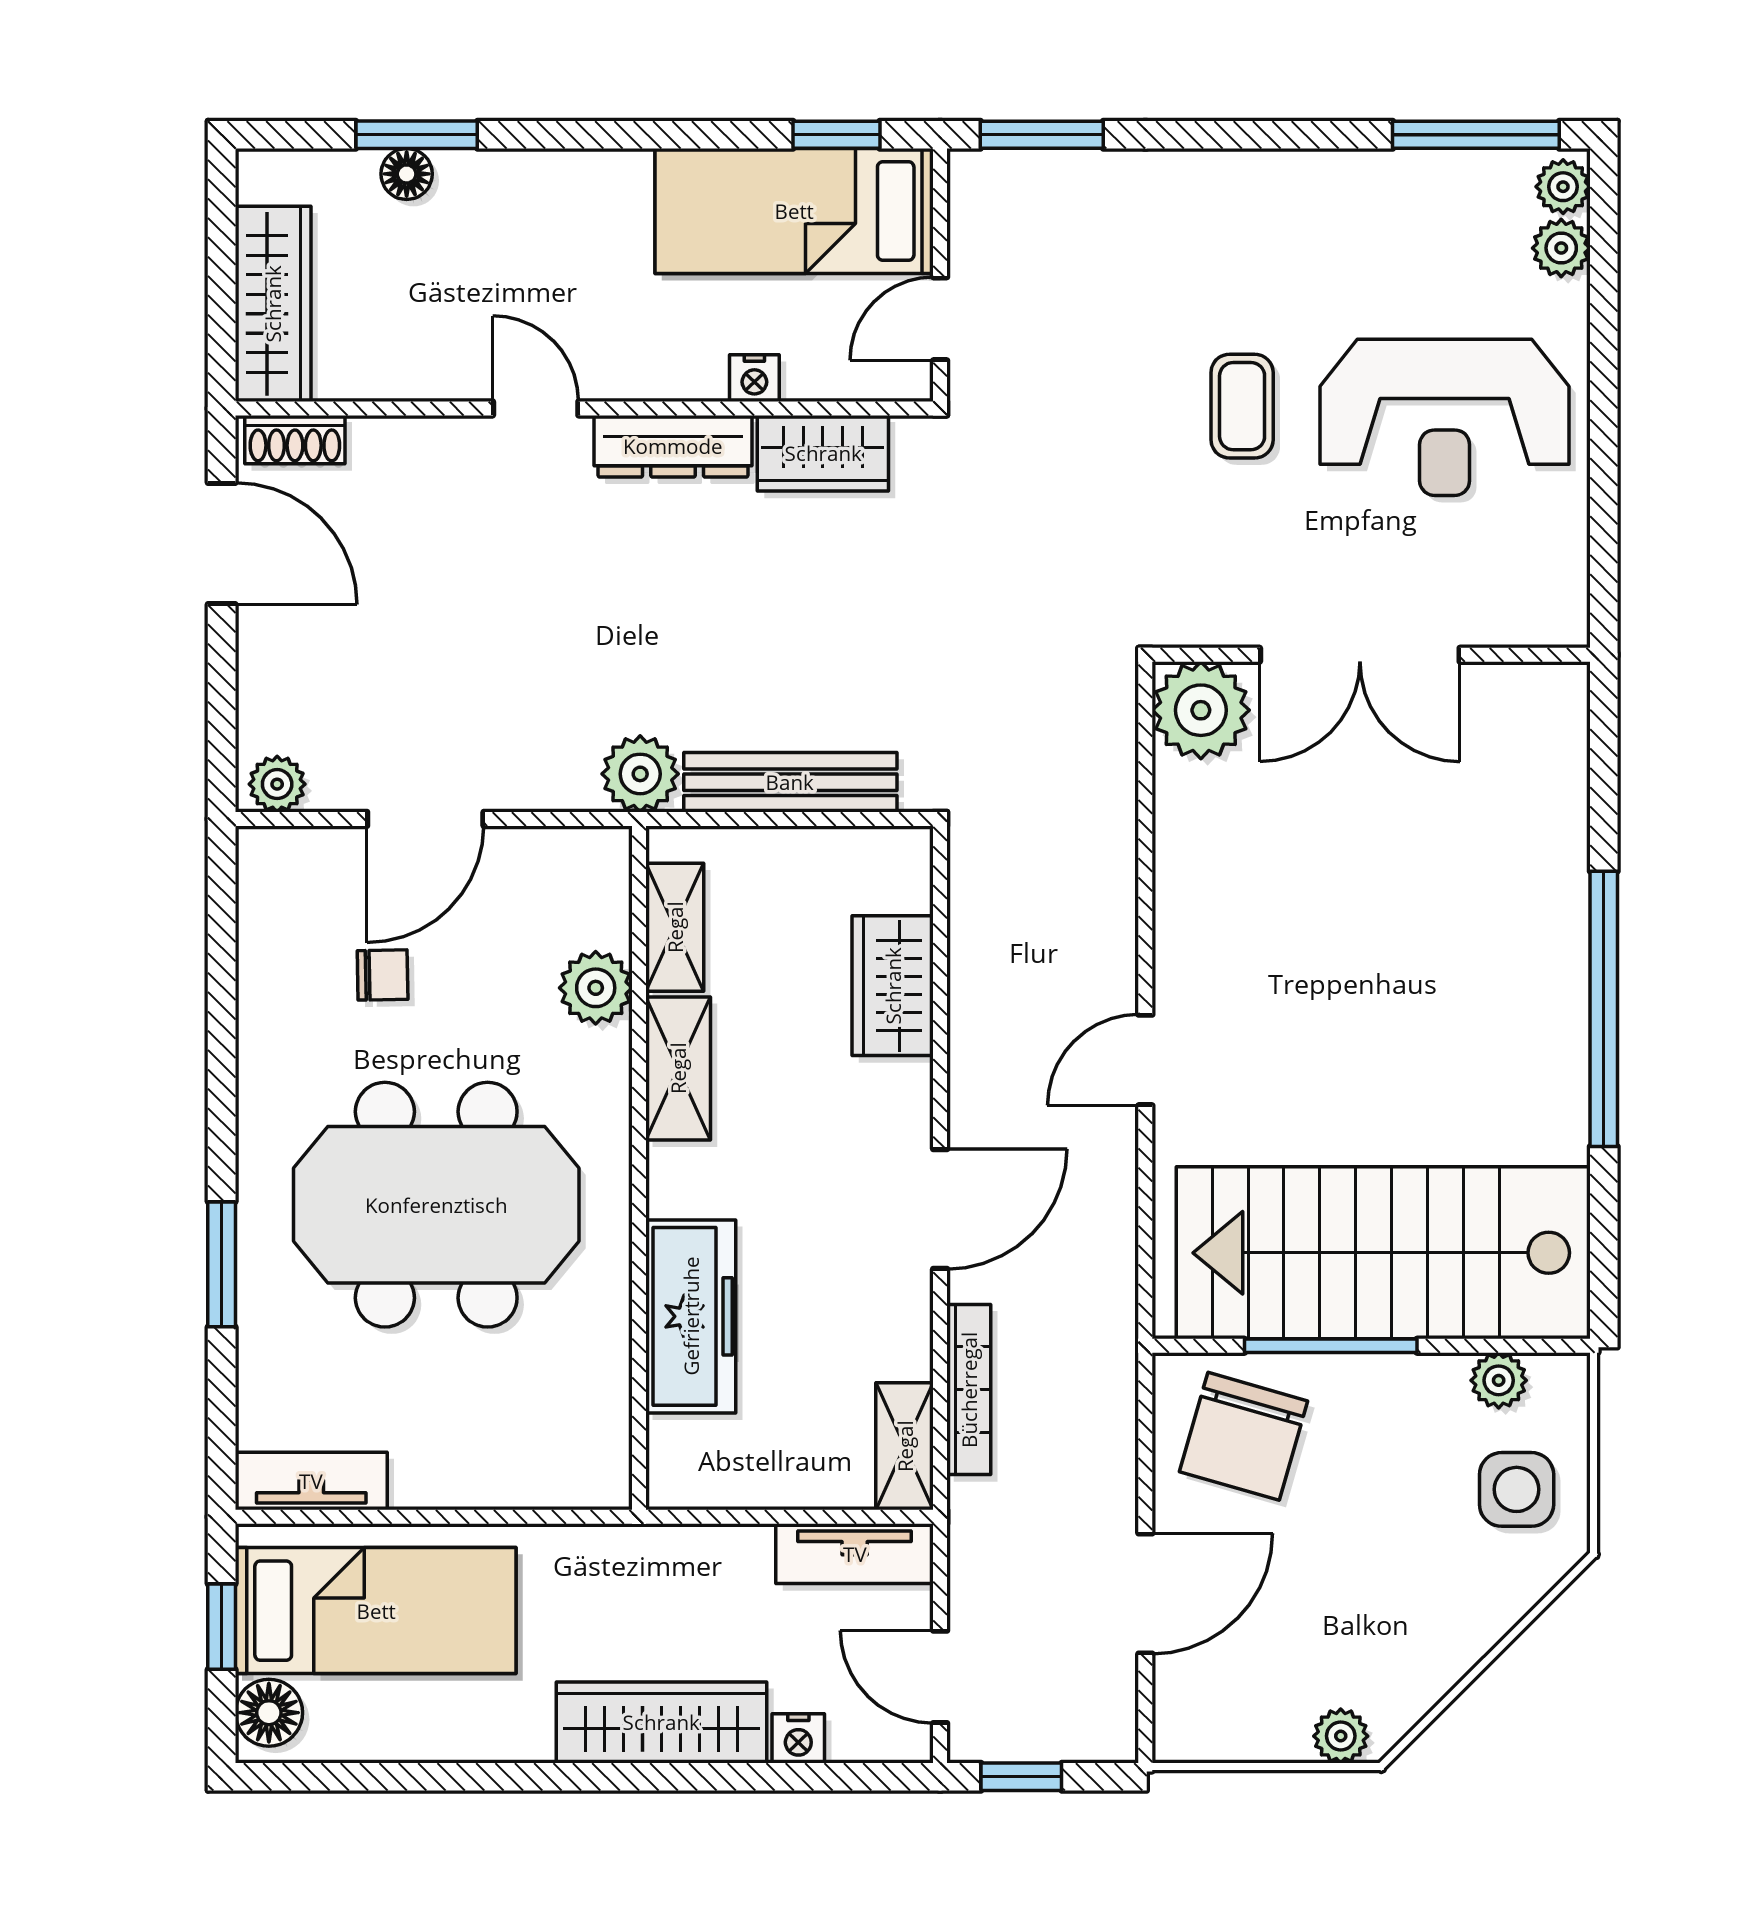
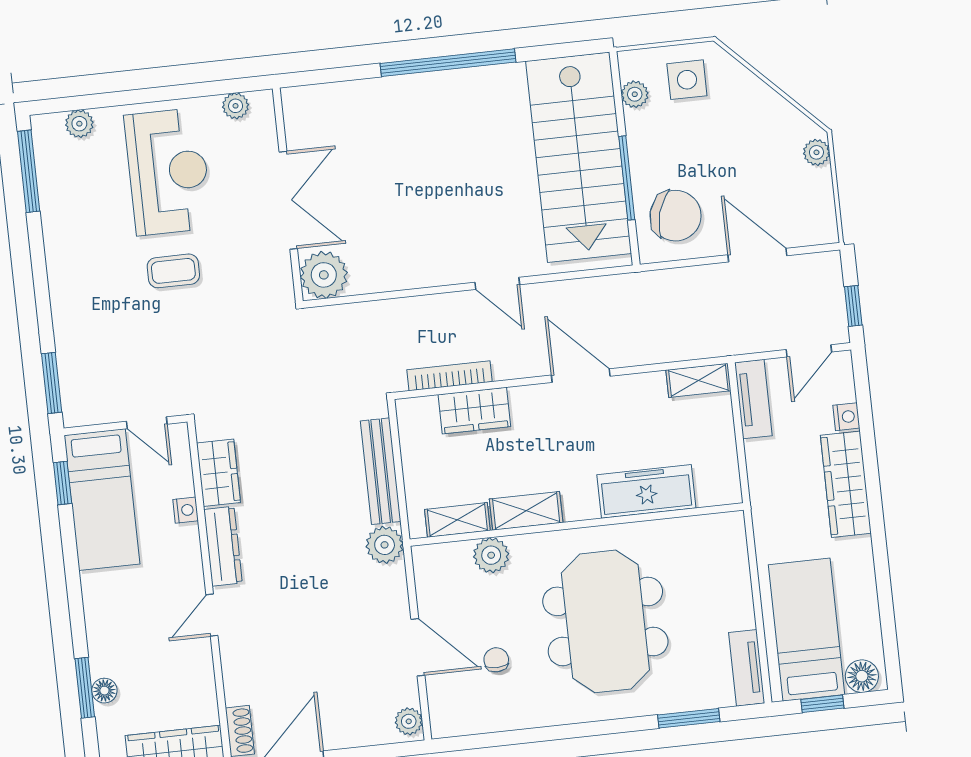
plant: (1563, 187) -> (236, 106), moved
window: (222, 1264) -> (689, 718), moved
bookcase: (969, 1390) -> (450, 376), moved

